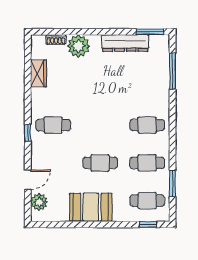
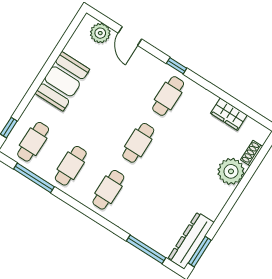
dresser: (125, 43) -> (191, 241), moved
cafe table: (100, 163) -> (138, 143), moved
window: (173, 184) -> (34, 178), width x1.44

